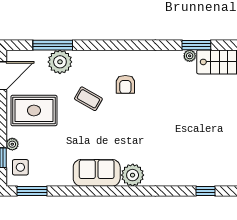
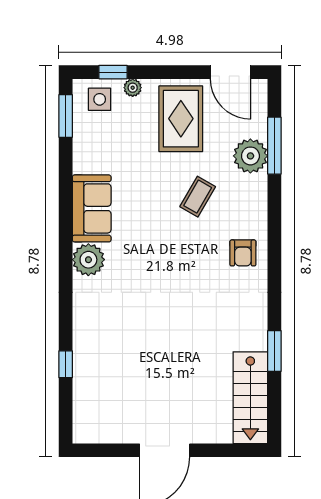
plant: (190, 56) -> (259, 341), removed
armchair: (125, 84) -> (243, 253), moved, turned -90

